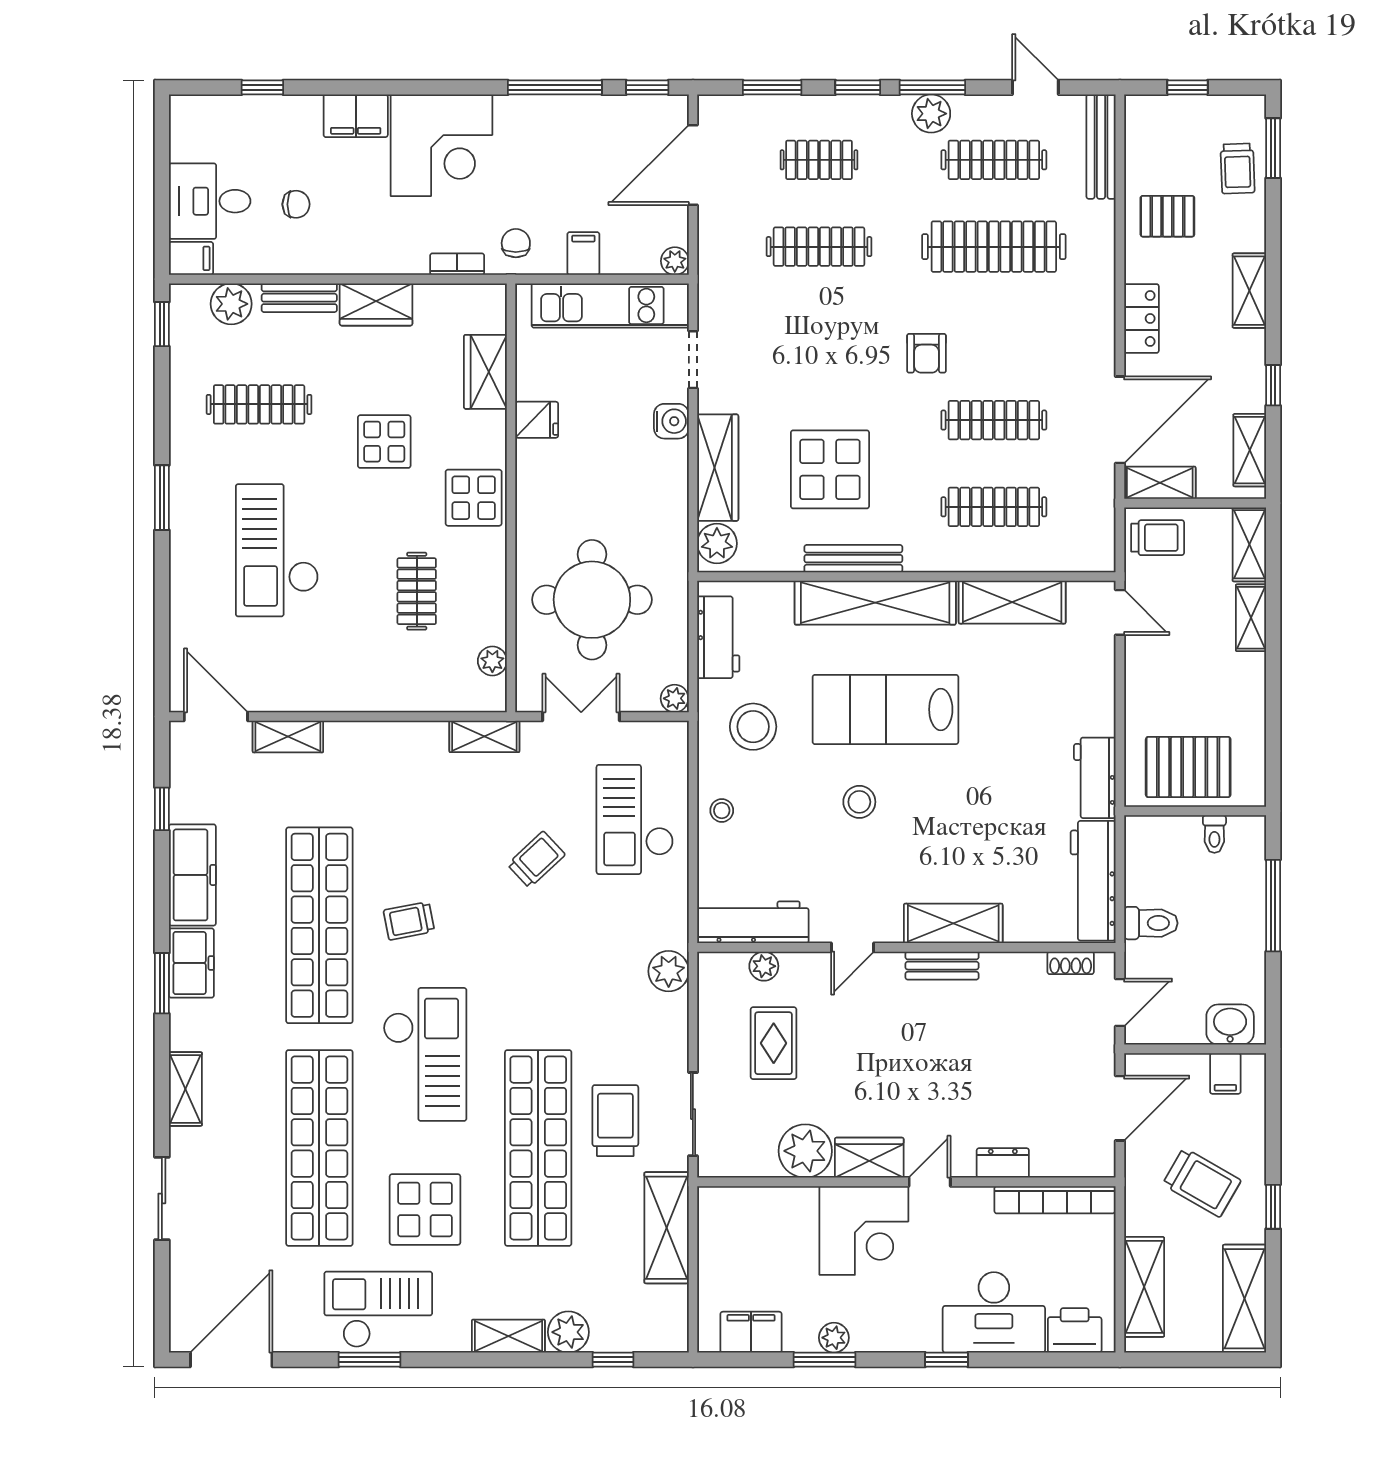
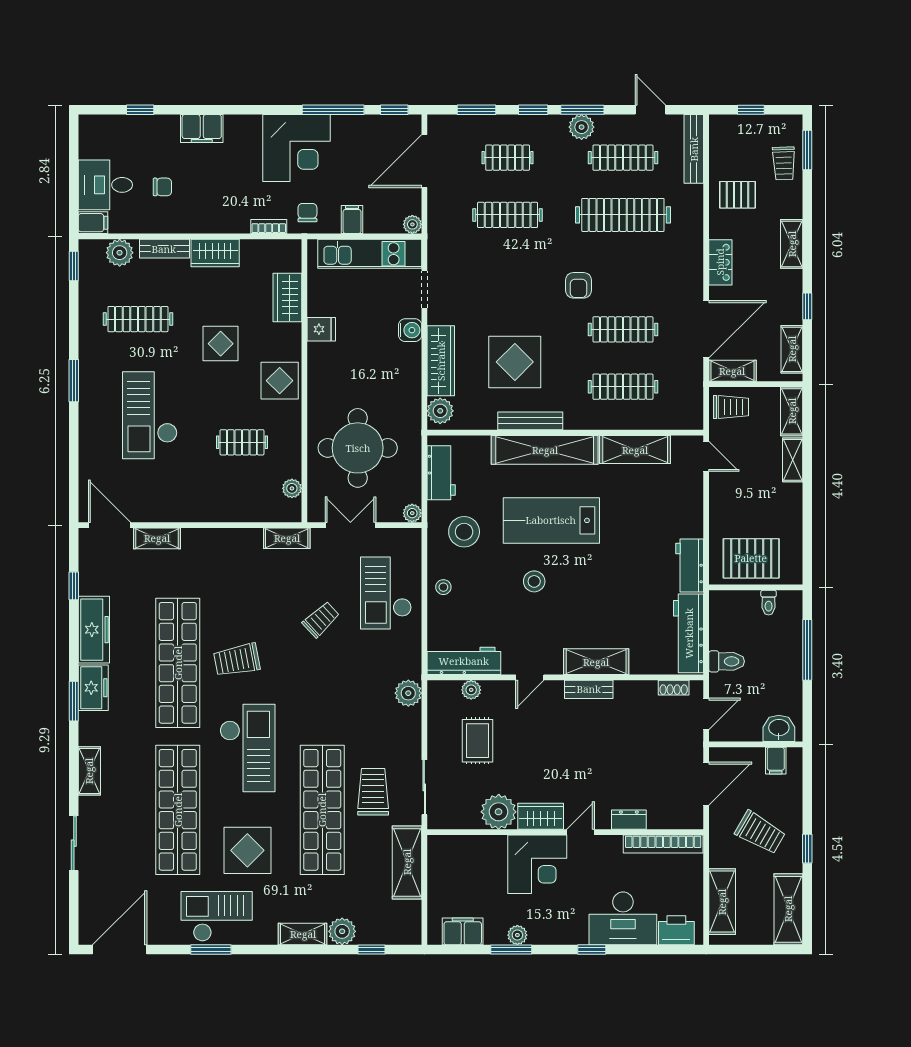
corner desk: (441, 145) -> (296, 148), moved
clothes rail: (417, 591) -> (242, 442), turned 90
trolley: (409, 921) -> (237, 660), width x1.36, depth x1.39

